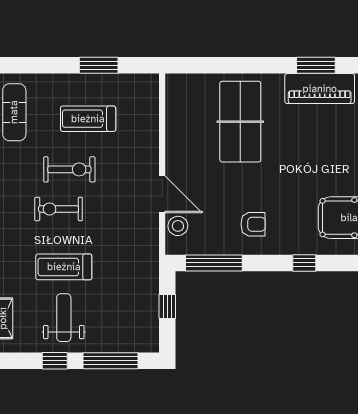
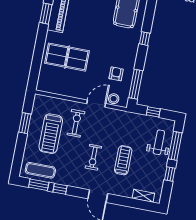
treadmill: (88, 119) -> (51, 134), width x1.37, depth x1.38
exercise bike: (69, 169) -> (76, 123), moved
armchair: (253, 224) -> (116, 74), moved
treadmill: (64, 267) -> (123, 160), turned 180
weight bench: (64, 318) -> (159, 142), moved, turned 90

